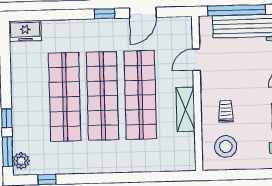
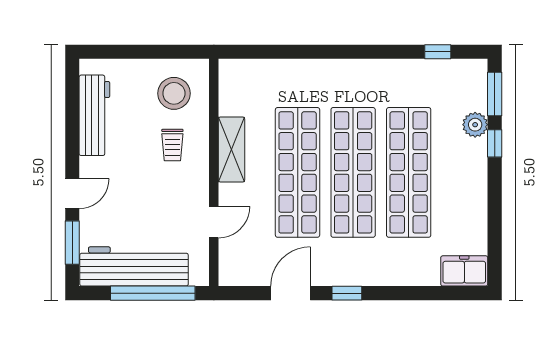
plant: (21, 161) -> (475, 125), moved

